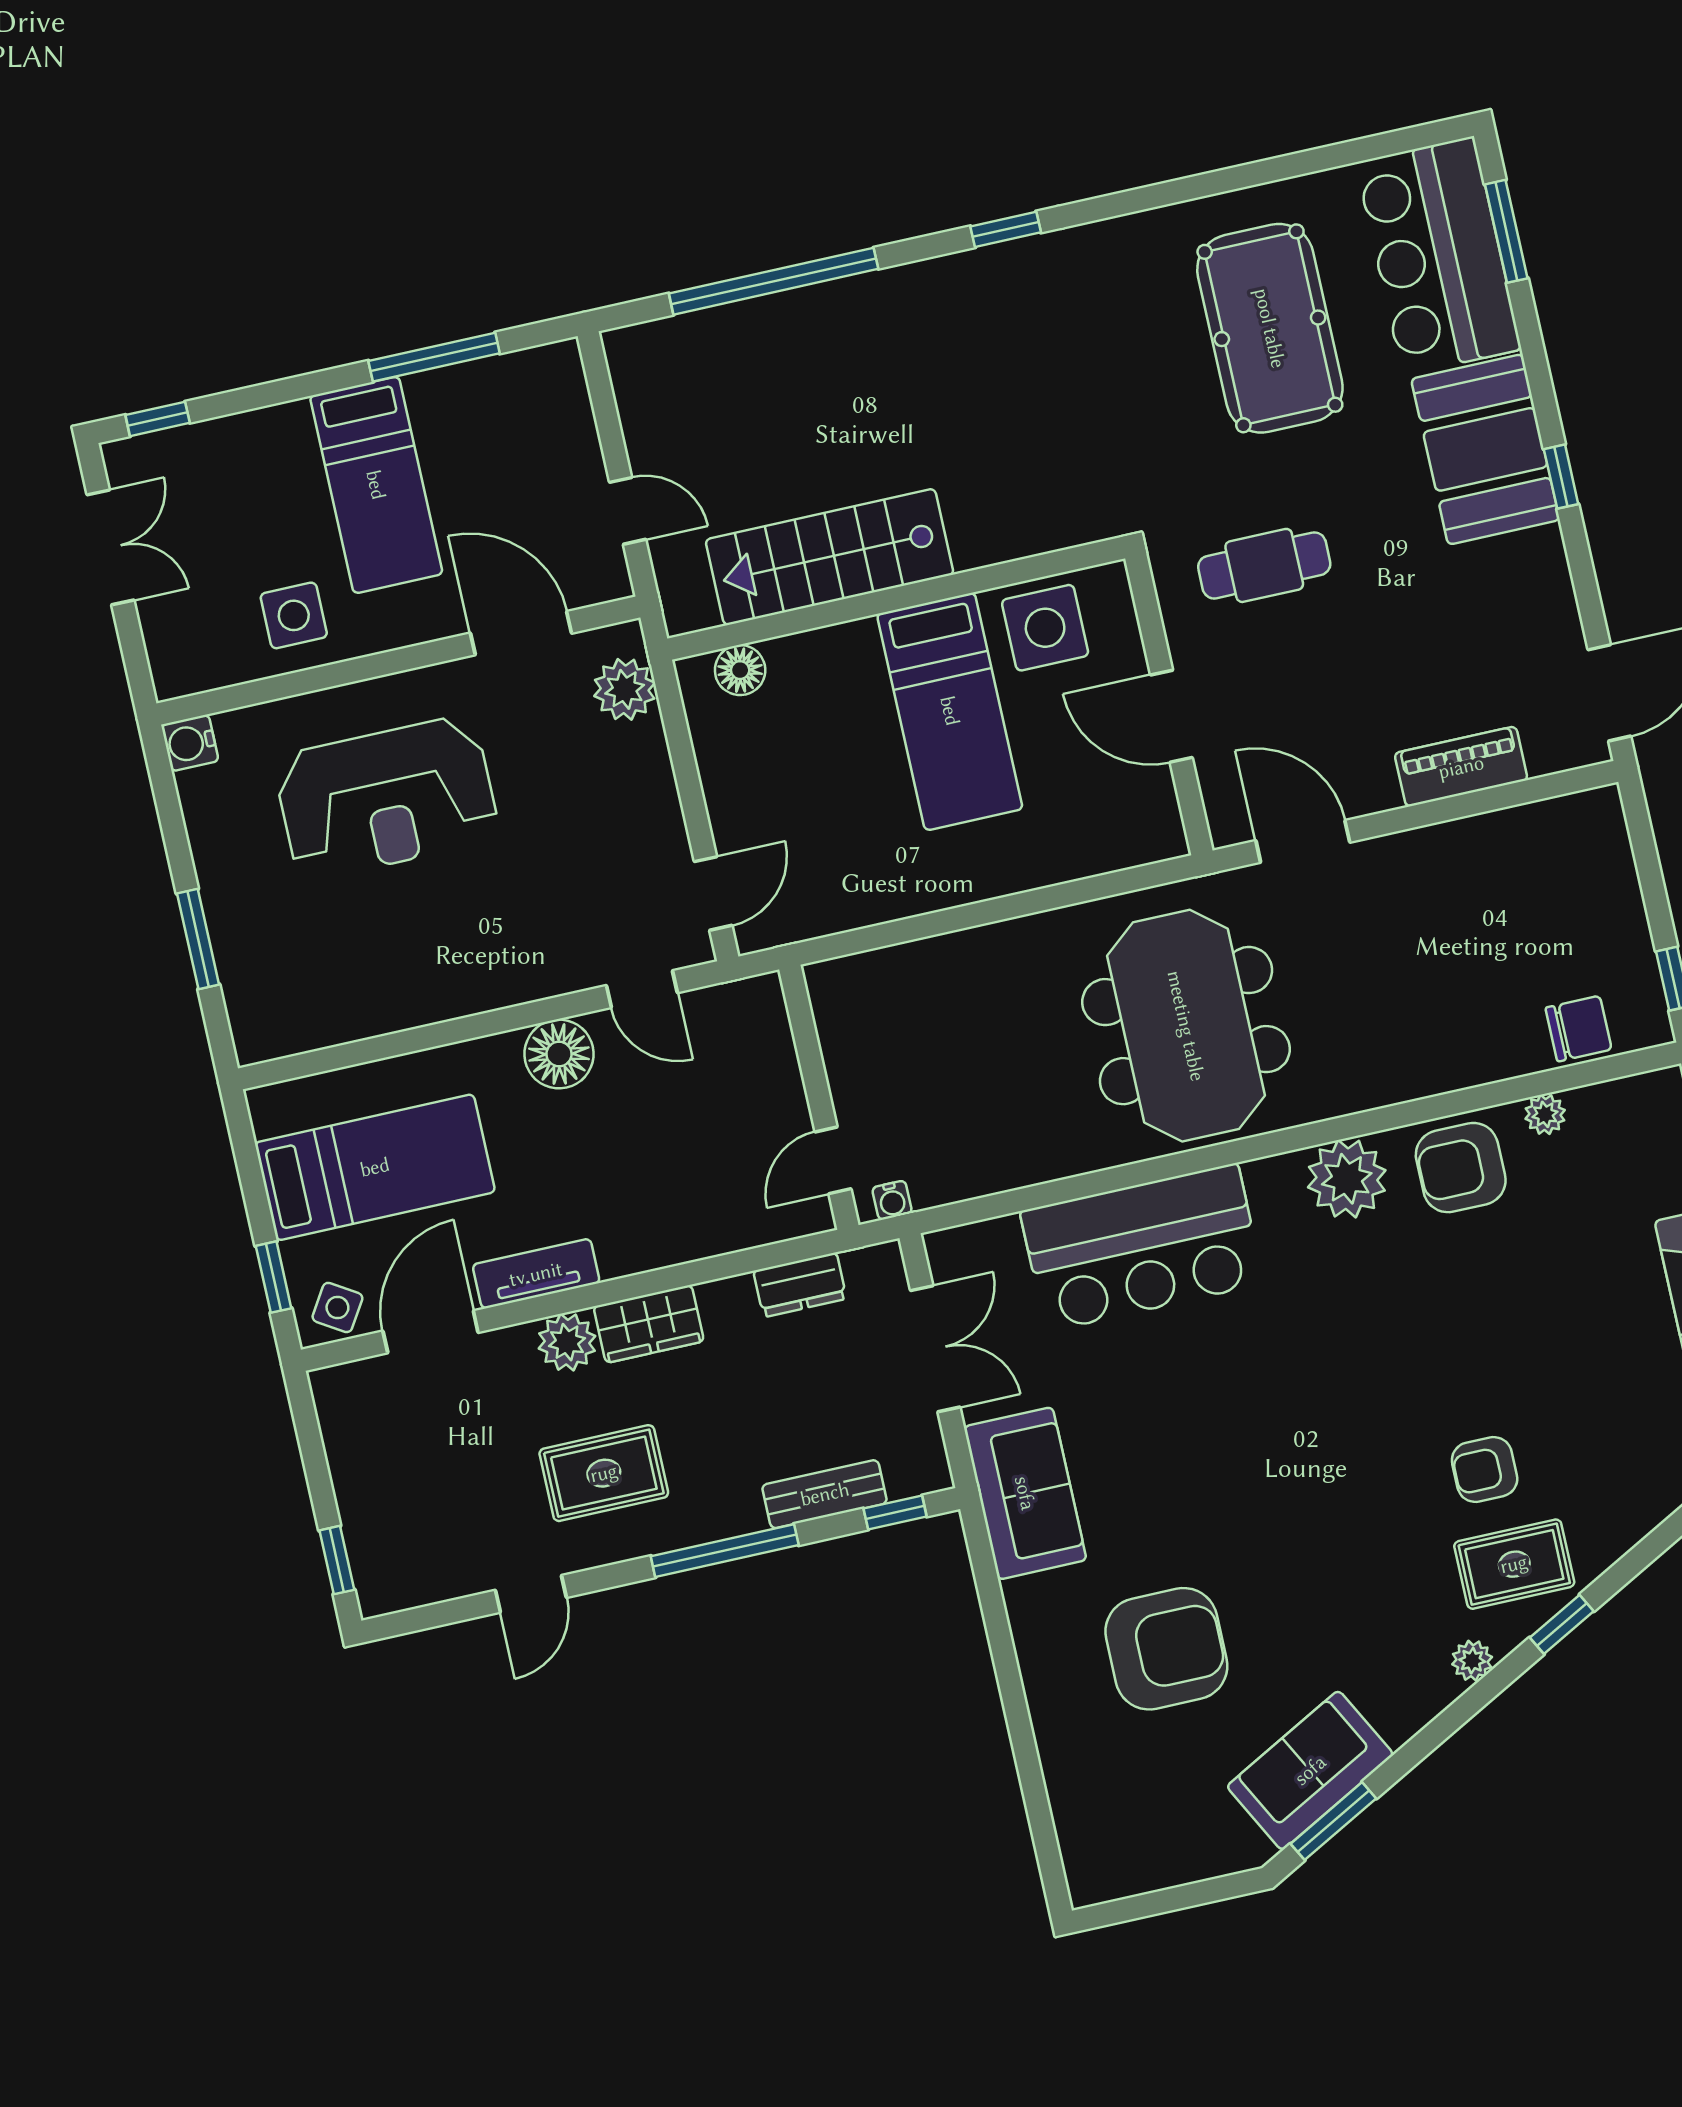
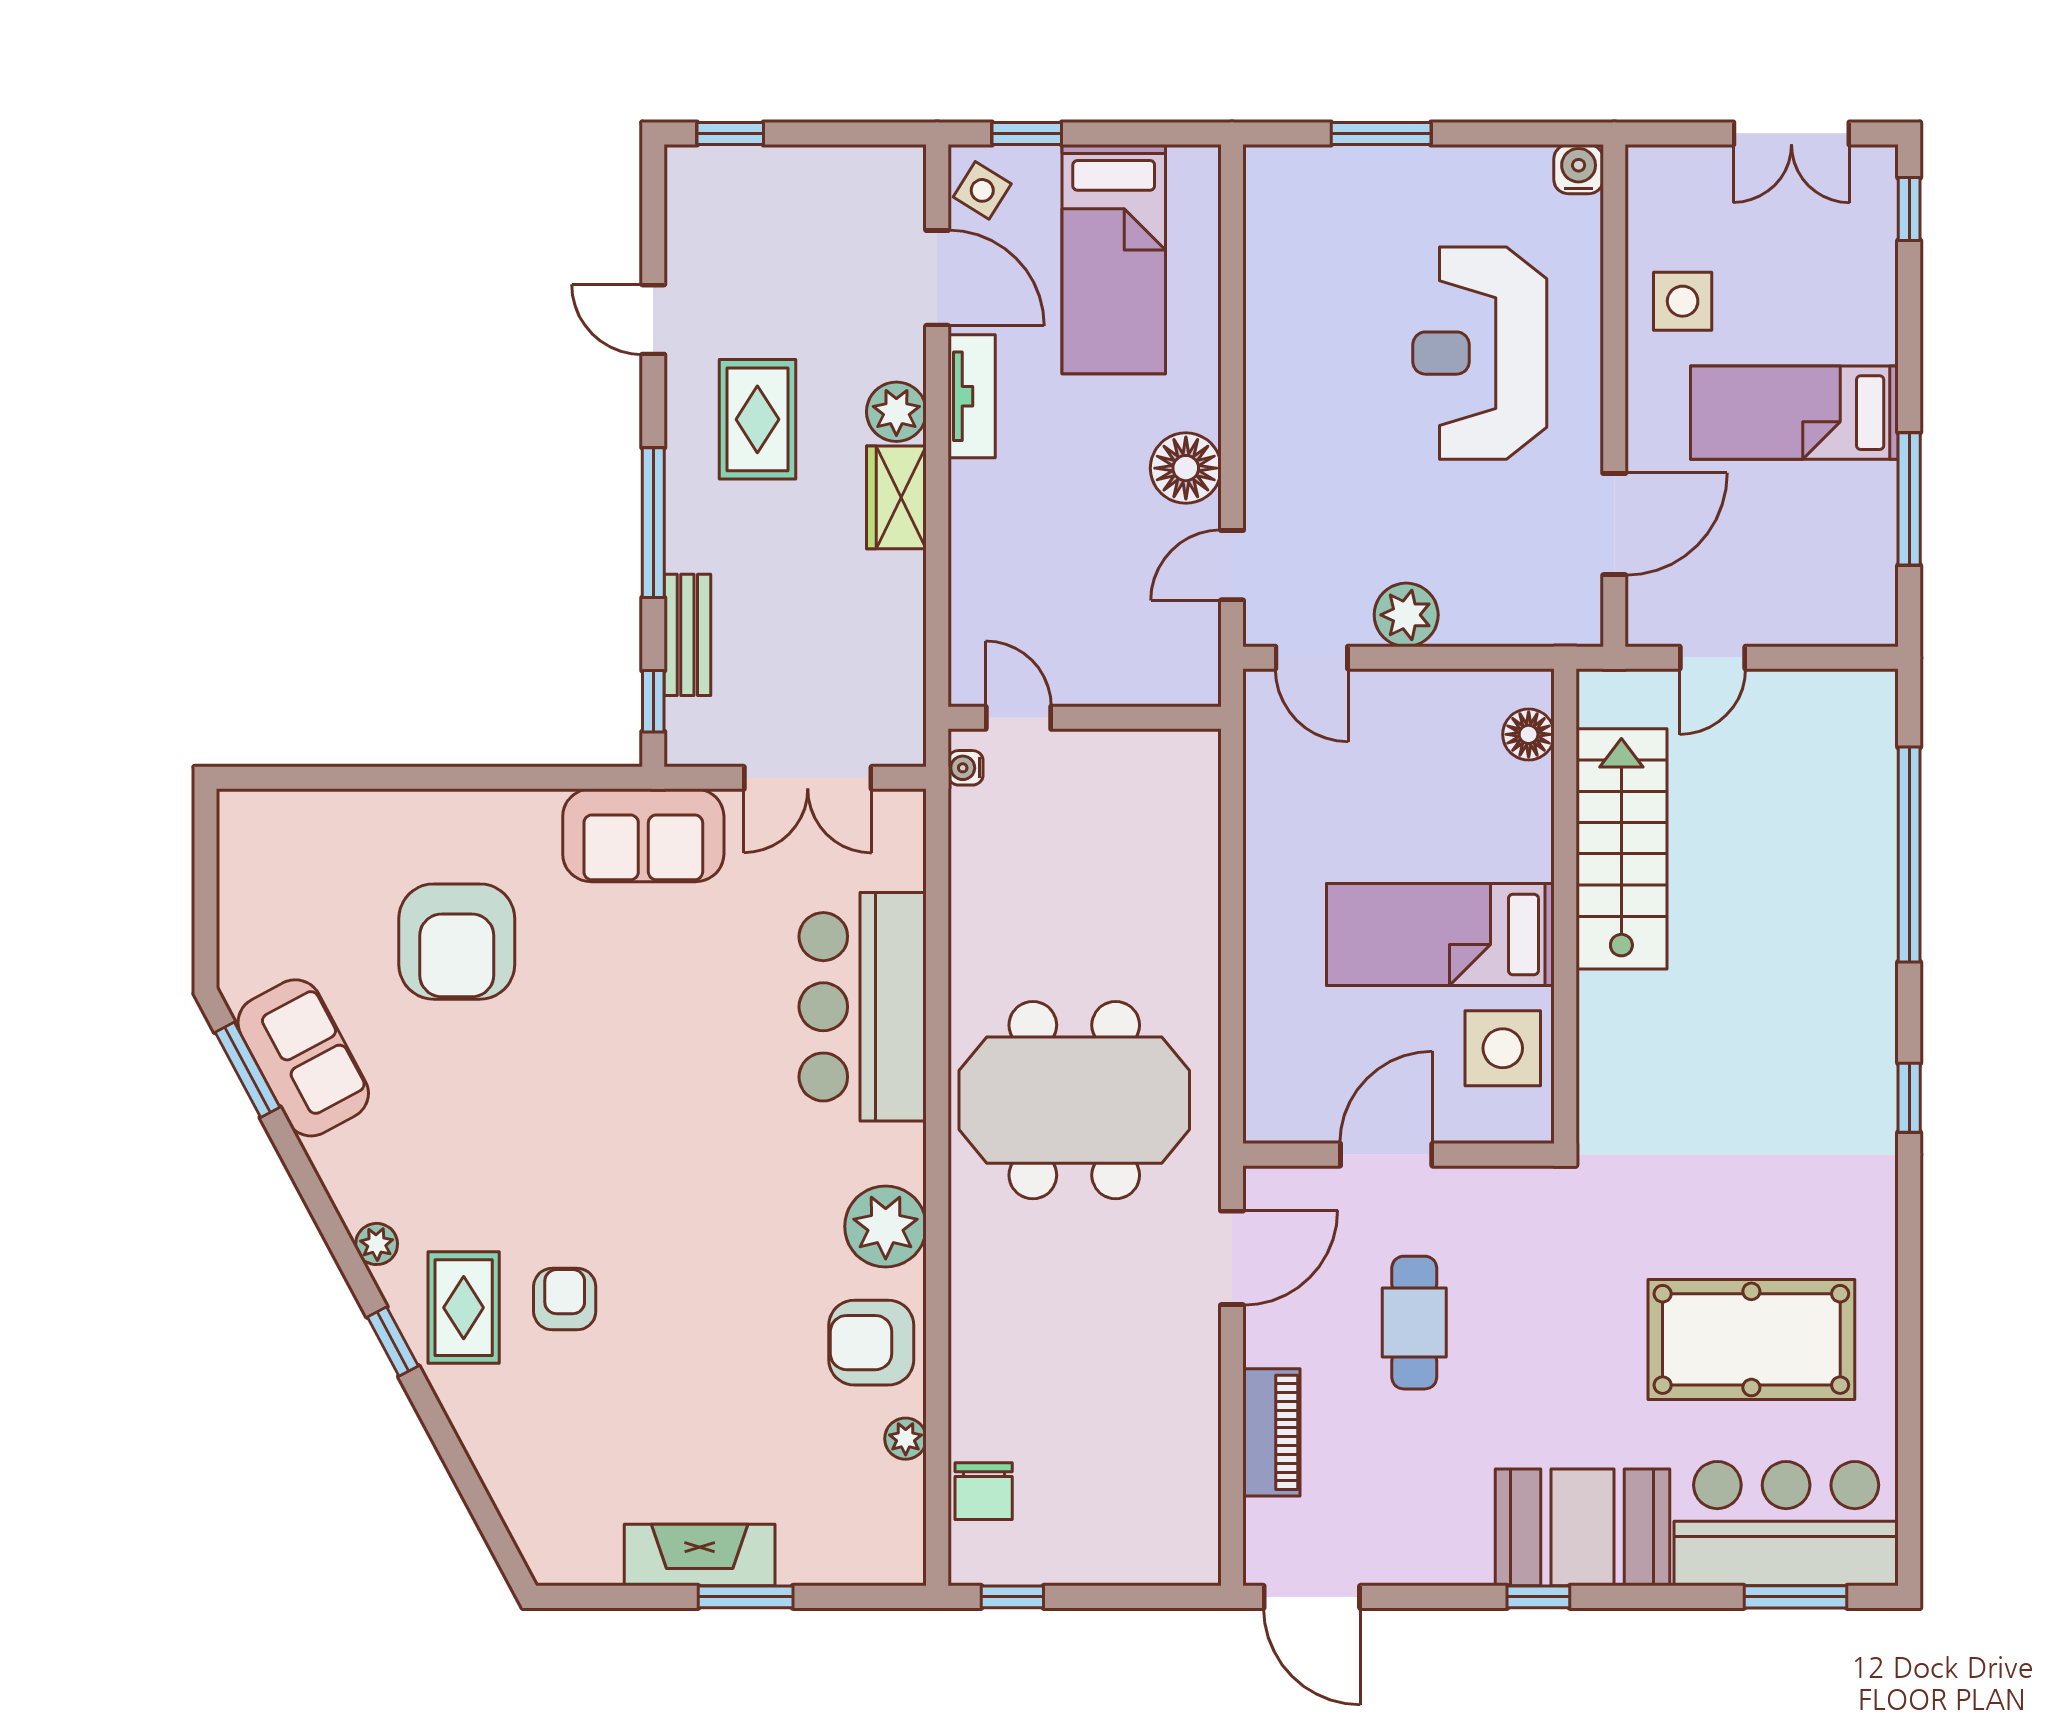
cafe table: (1264, 565) -> (1414, 1323), moved
plant: (625, 689) -> (1406, 615), moved
armchair: (1461, 1168) -> (871, 1343), turned -90
dresser: (800, 1285) -> (902, 657), removed

